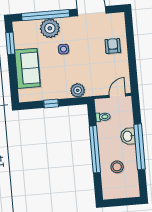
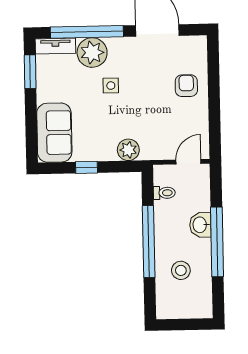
tv unit: (26, 26) -> (55, 46), added
sofa: (27, 68) -> (54, 133), moved

